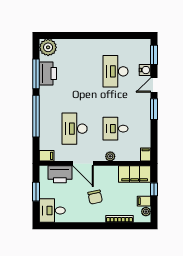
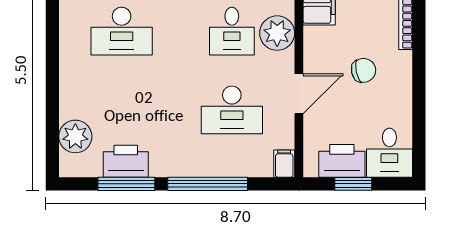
plant: (48, 47) -> (75, 136), moved
plant: (110, 156) -> (277, 33), width x1.88, depth x1.88
printer: (60, 174) -> (342, 161), moved, turned -90

